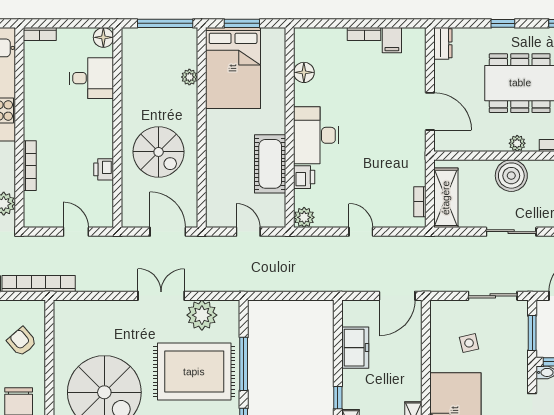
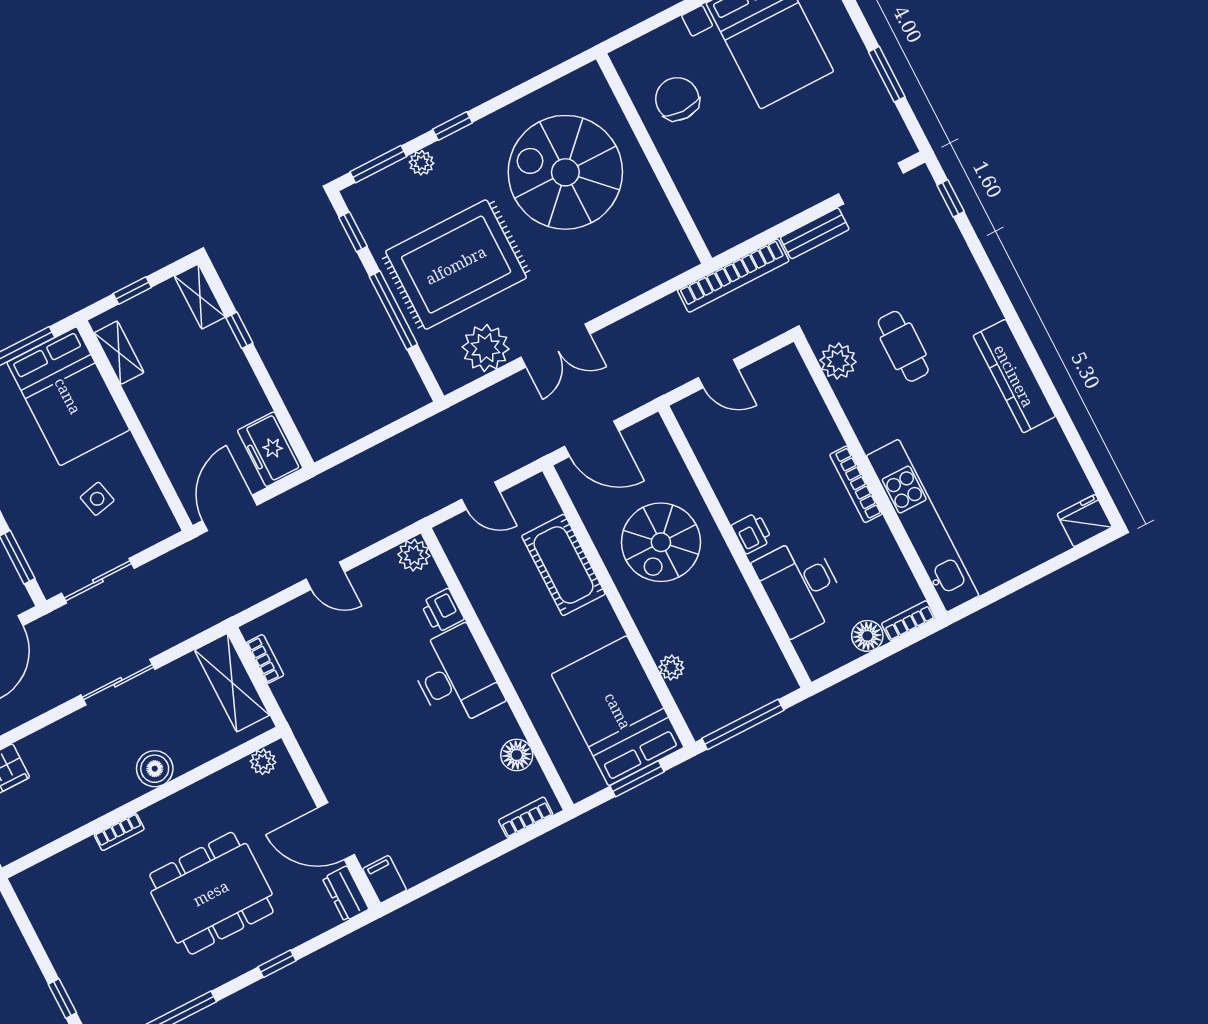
bookcase: (364, 34) -> (526, 817), moved
floor lamp: (103, 37) -> (867, 636), moved
filing cabinet: (392, 40) -> (385, 879), moved
desk: (91, 78) -> (800, 586), width x1.37
door: (430, 111) -> (336, 831), moved
plant: (517, 143) -> (263, 762), moved
spiral stairs: (159, 152) -> (661, 542), turned -90
cot: (270, 164) -> (563, 565), moved
bookcase: (30, 166) -> (856, 484), moved
printer: (104, 169) -> (752, 533), moved
boiler: (511, 176) -> (155, 769), width x0.73, depth x0.73
armchair: (22, 342) -> (715, 184), removed
freezer: (355, 348) -> (270, 449), moved

